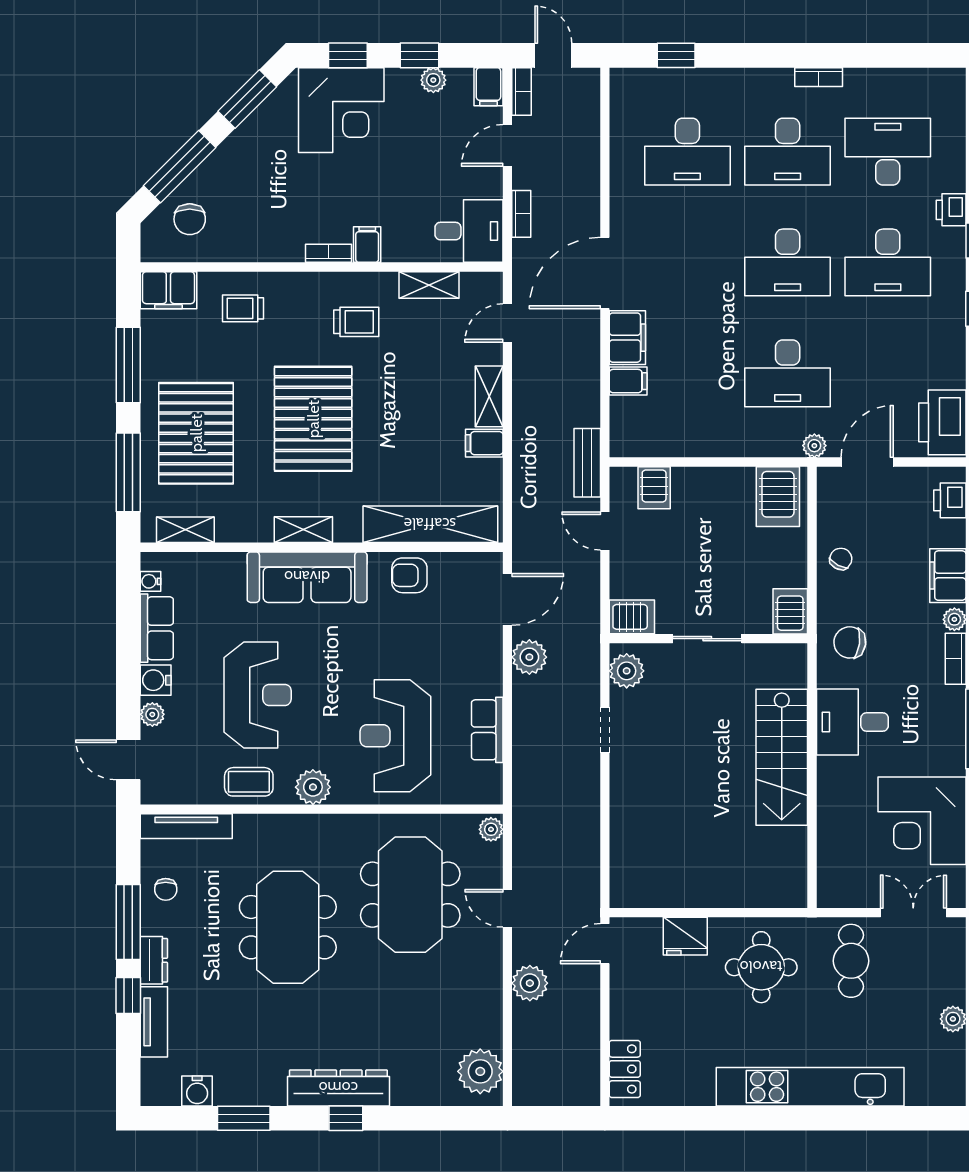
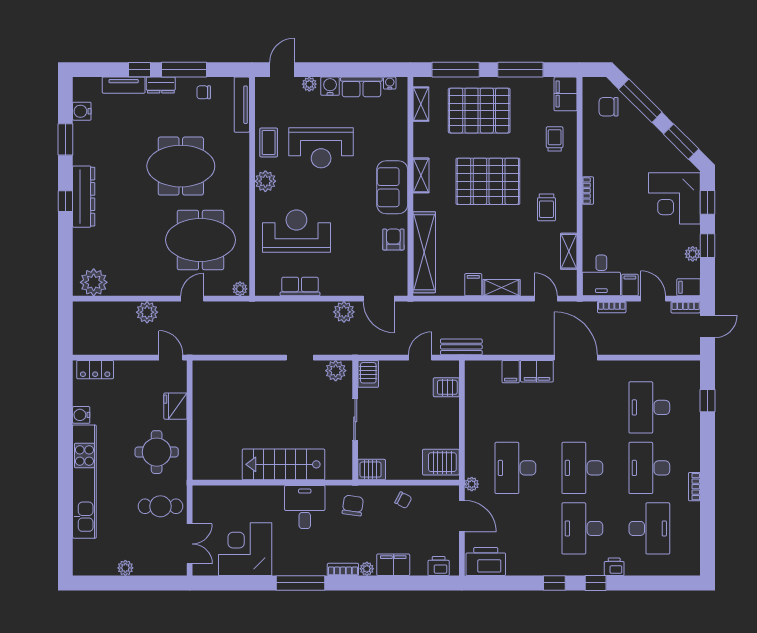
filing cabinet: (367, 245) -> (630, 285), moved, turned -90
sofa: (307, 577) -> (392, 187), width x0.73
water cooler: (700, 1092) -> (81, 415), added

